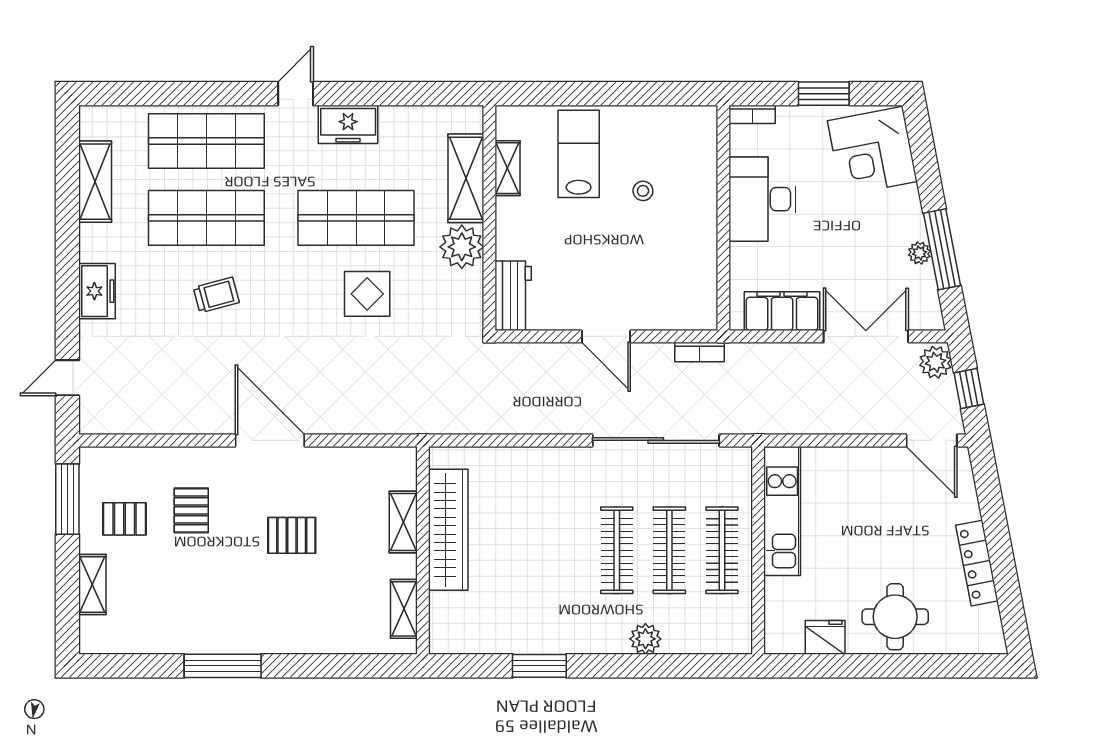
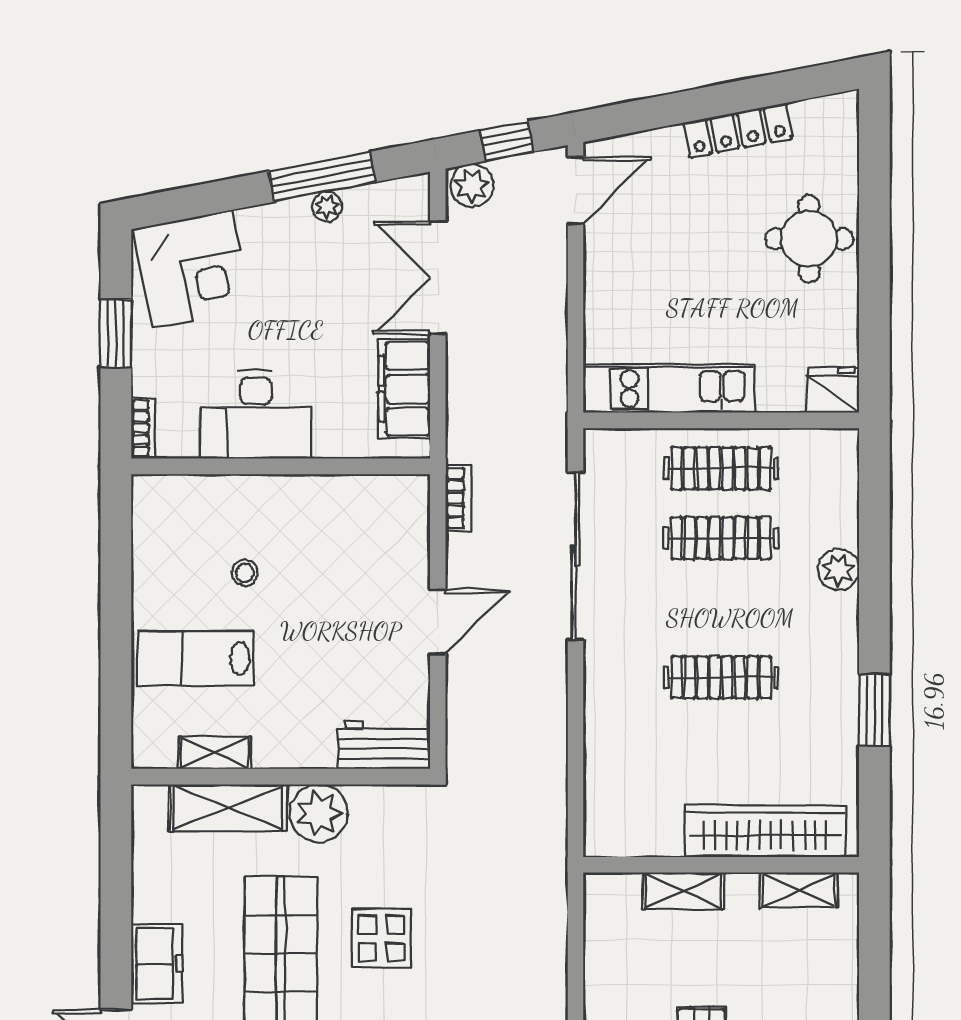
wardrobe: (448, 530) -> (765, 831), moved
clothes rail: (617, 550) -> (721, 677), moved
fridge: (825, 637) -> (833, 390), moved, turned 90

